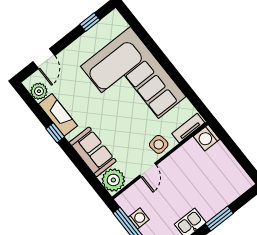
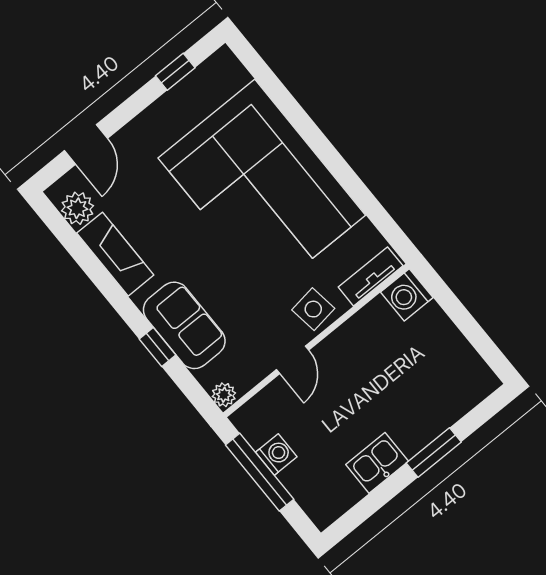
window: (55, 133) -> (157, 347), moved
plant: (113, 180) -> (224, 395), width x0.53, depth x0.53

